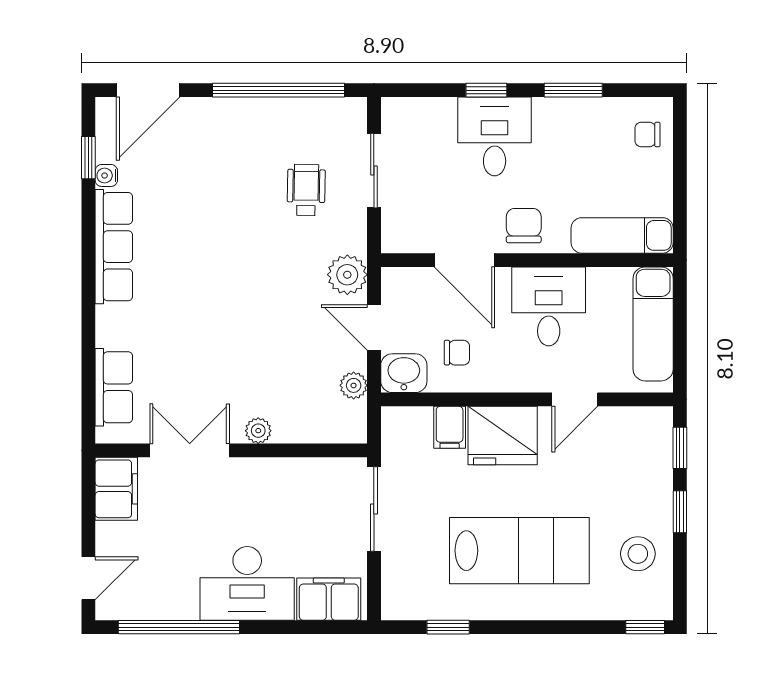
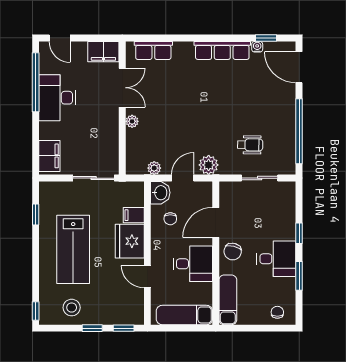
desk: (495, 136) -> (276, 259), moved
chair: (524, 226) -> (233, 252), turned 104
desk: (247, 583) -> (57, 98), moved

